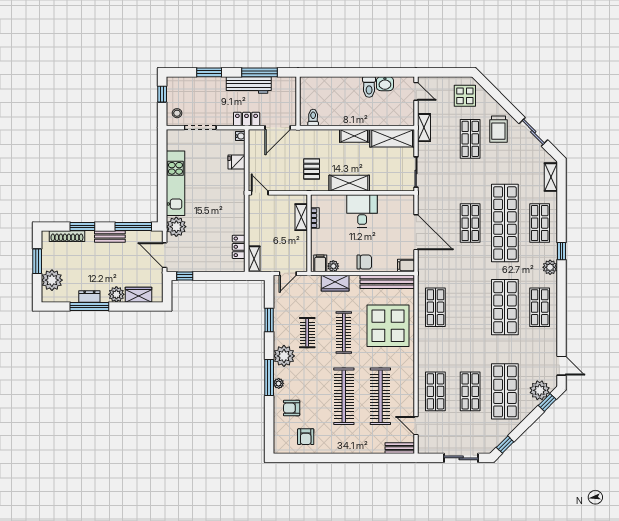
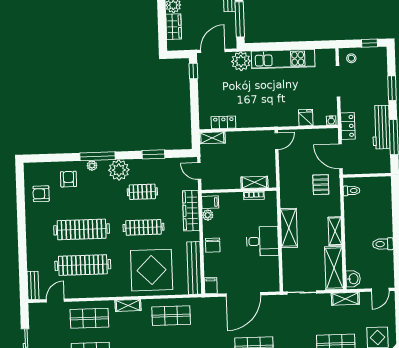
washbasin: (385, 84) -> (353, 279), moved, turned 180
pallet: (312, 169) -> (321, 185), moved, turned 90
wardrobe: (335, 283) -> (191, 211), width x1.50
shelving: (424, 351) -> (128, 305), added

